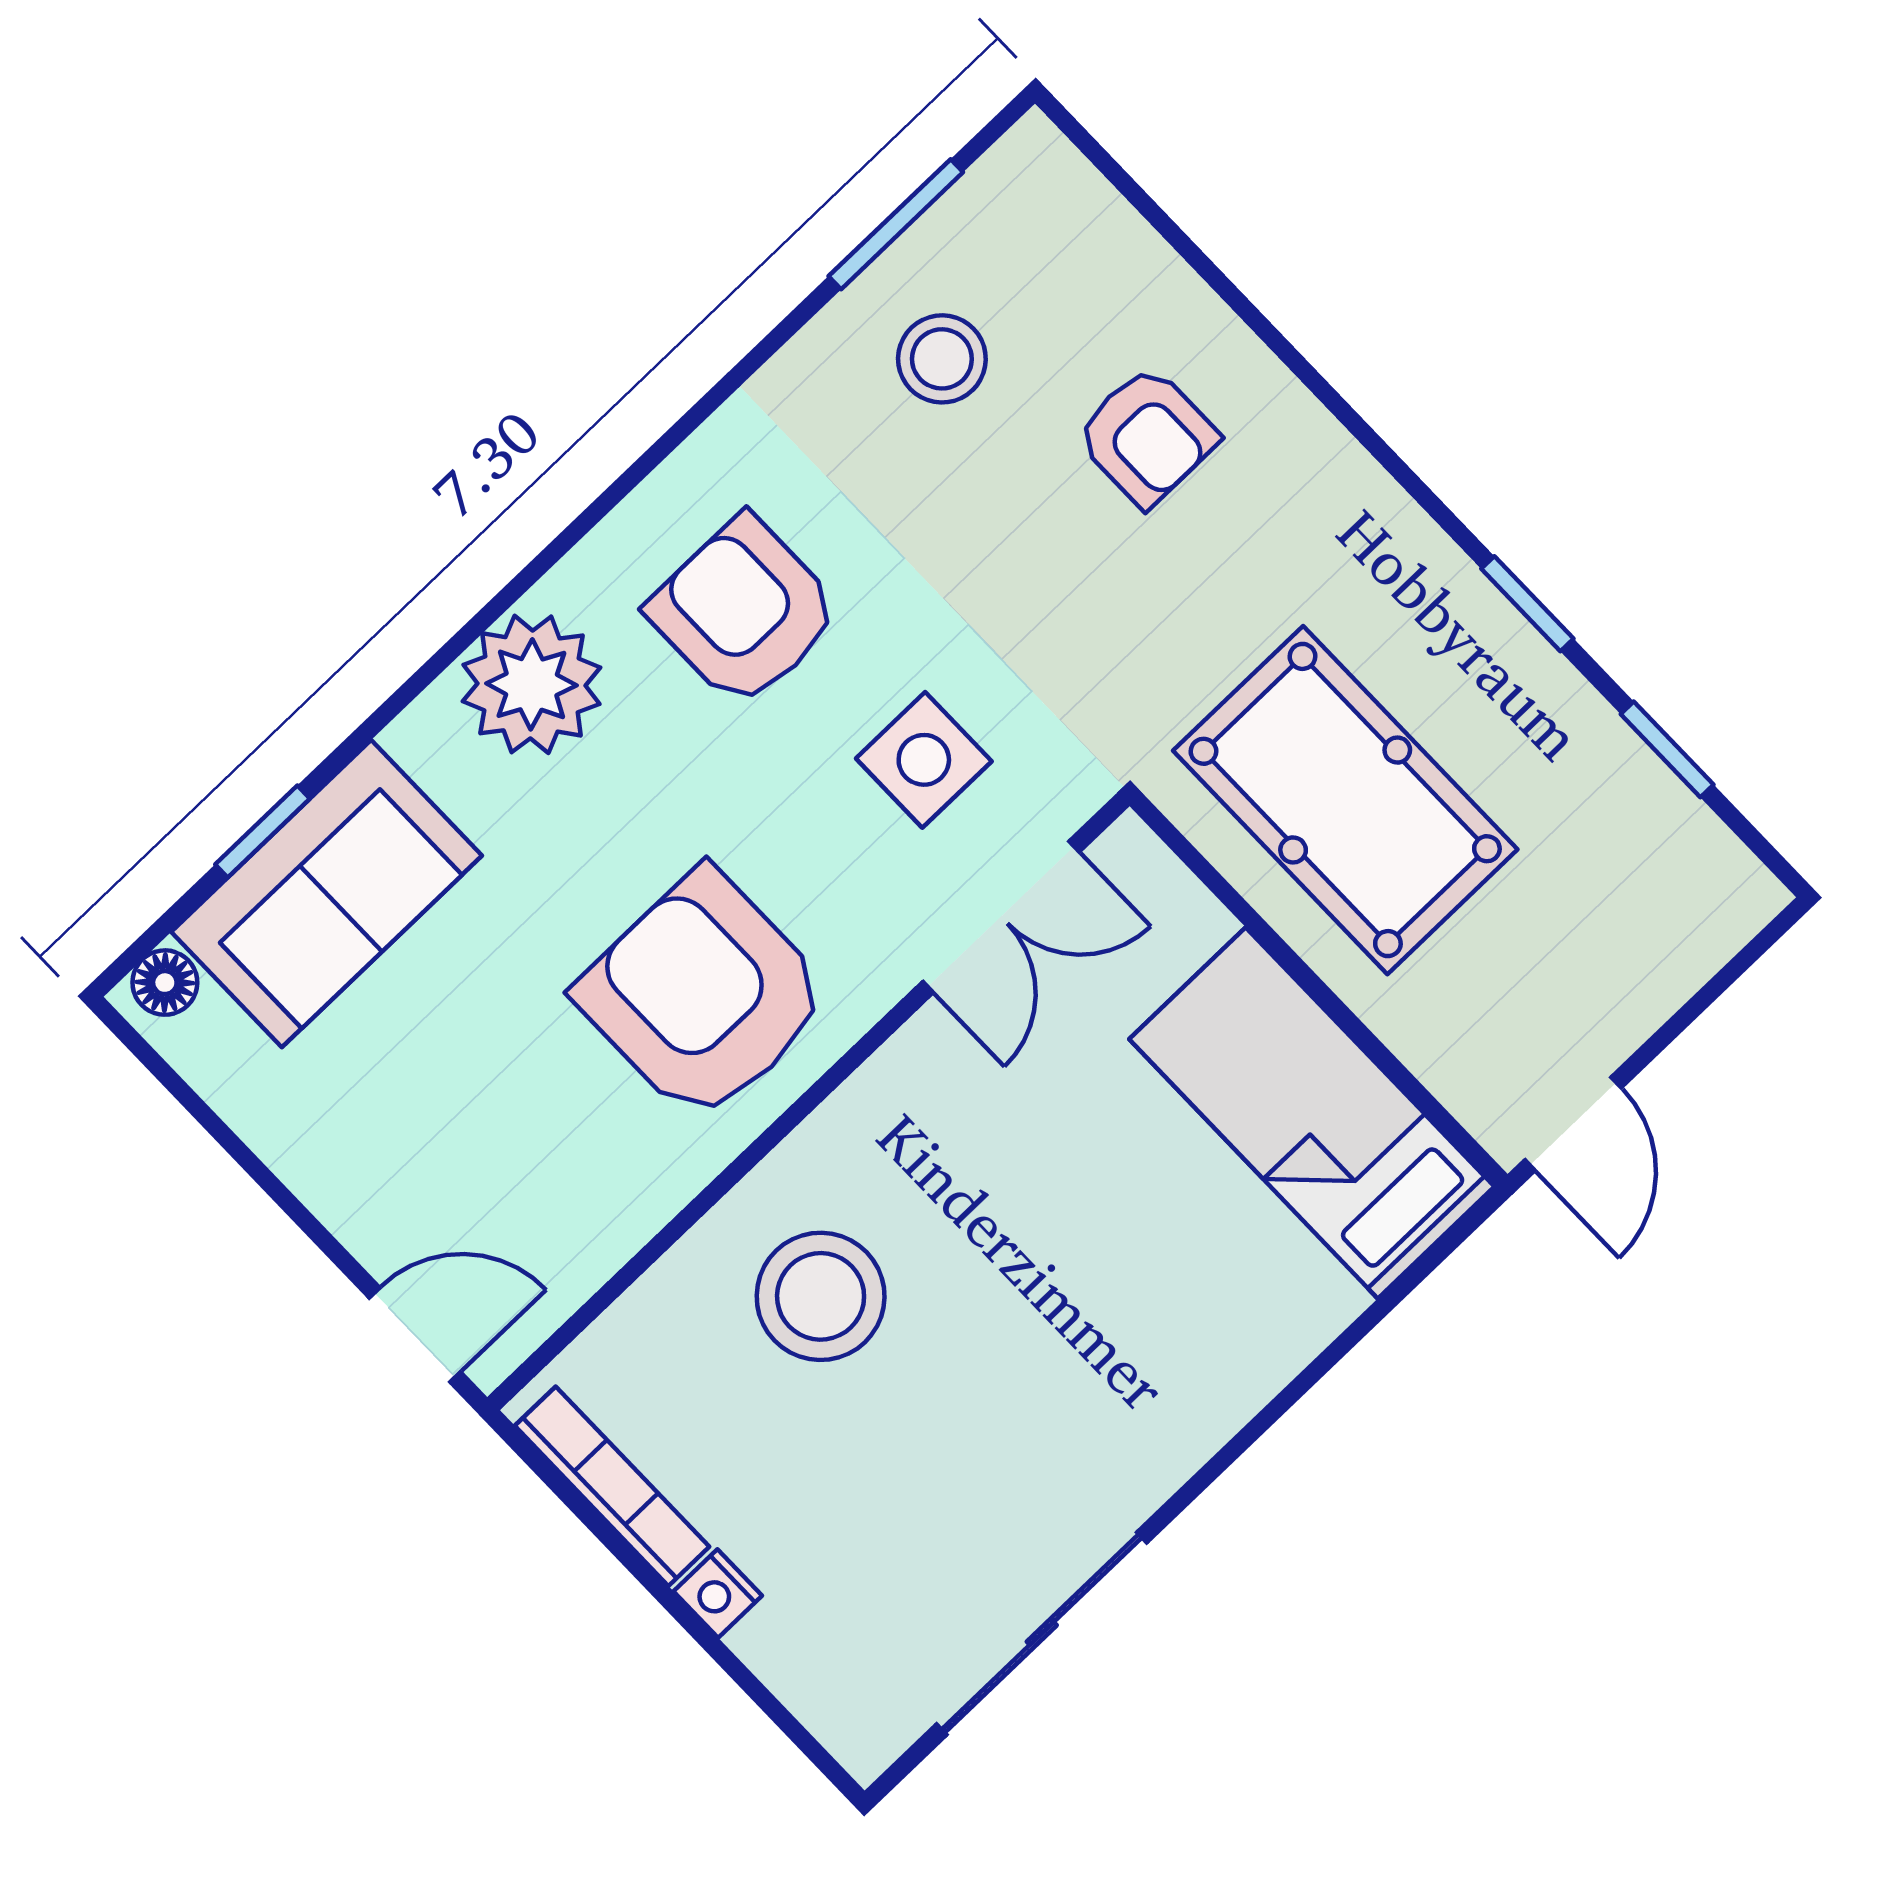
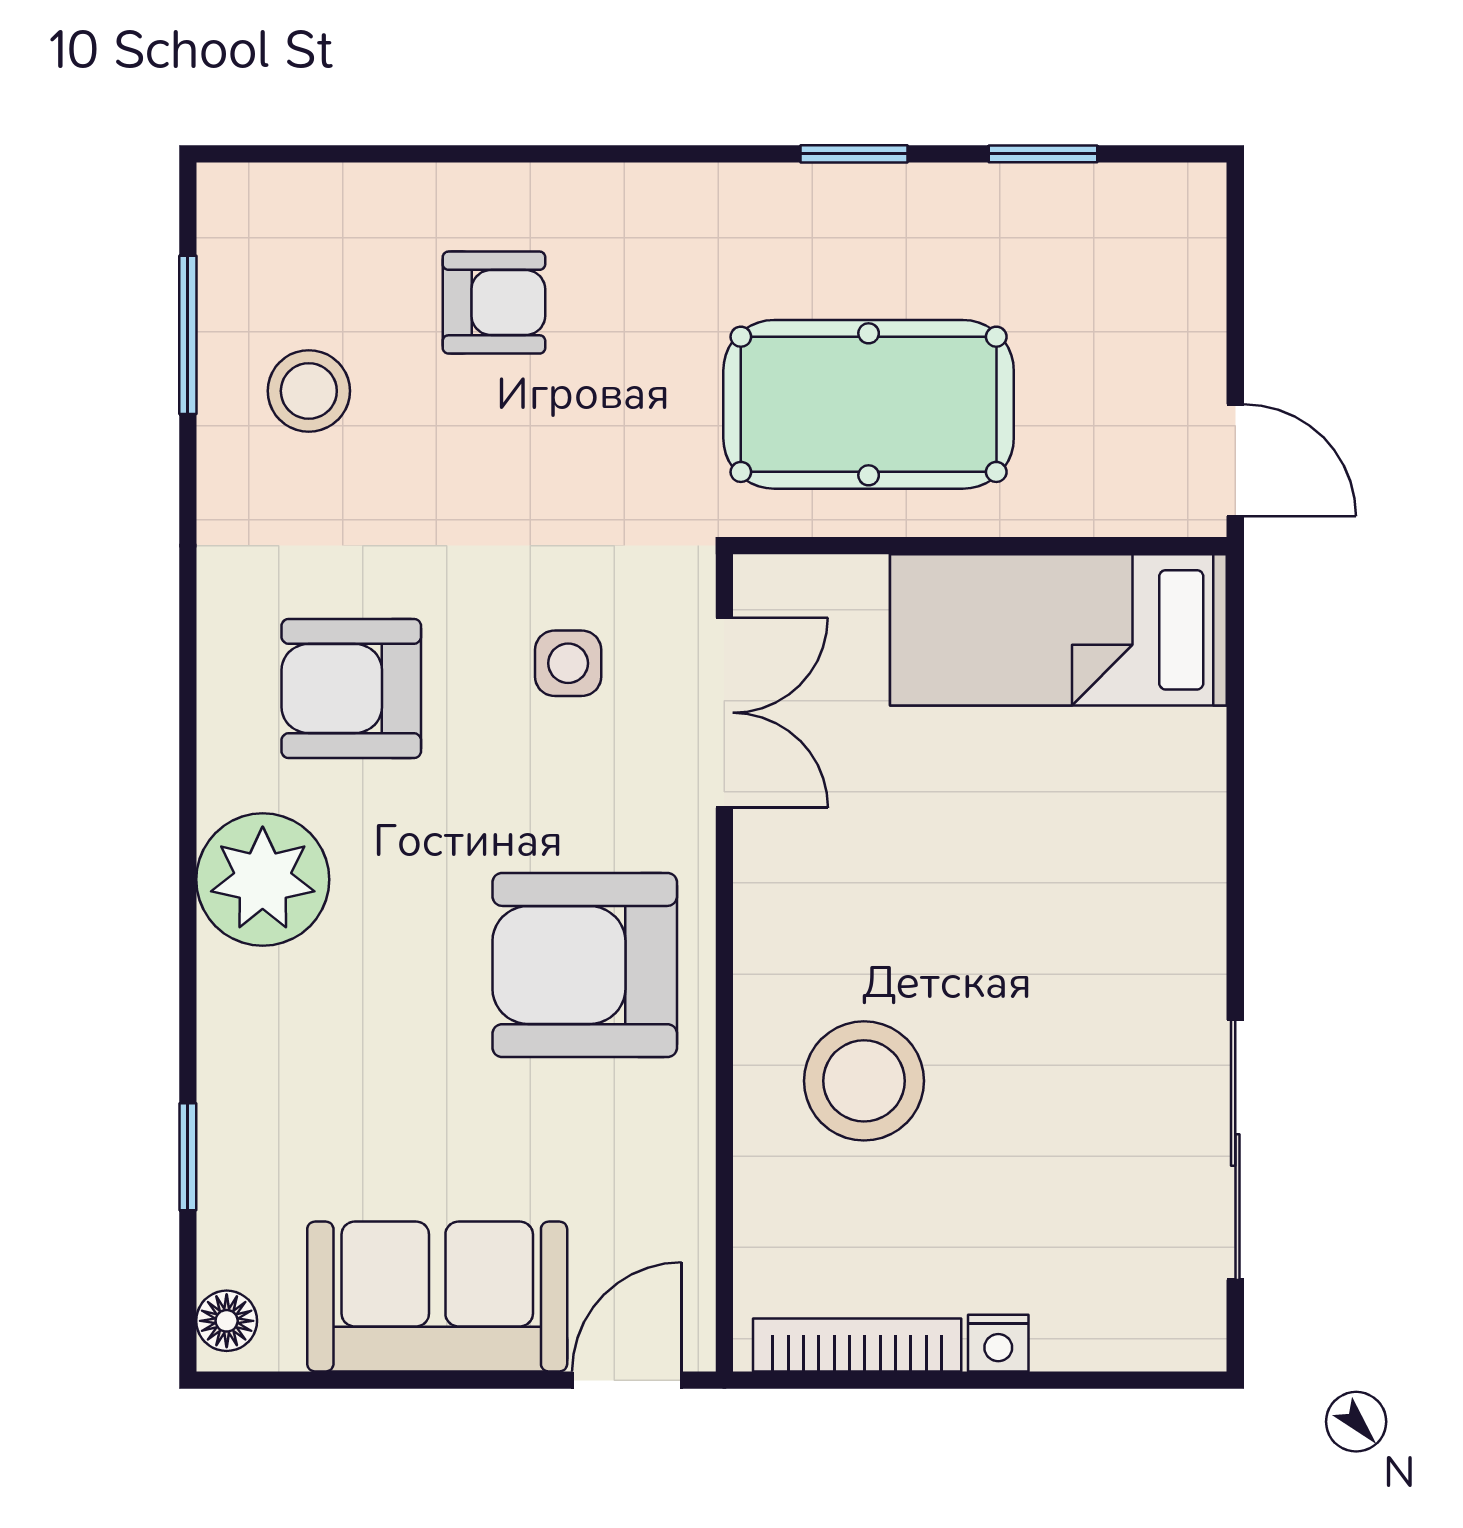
side table: (924, 760) -> (568, 663), width x0.73, depth x0.73
sofa: (327, 894) -> (437, 1297), moved, turned -90

